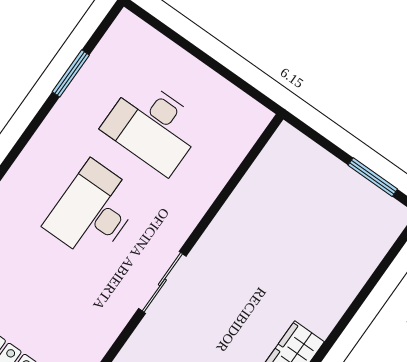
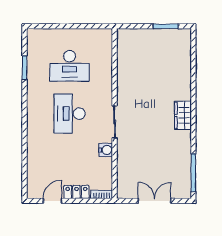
water cooler: (112, 321) -> (106, 150), added

